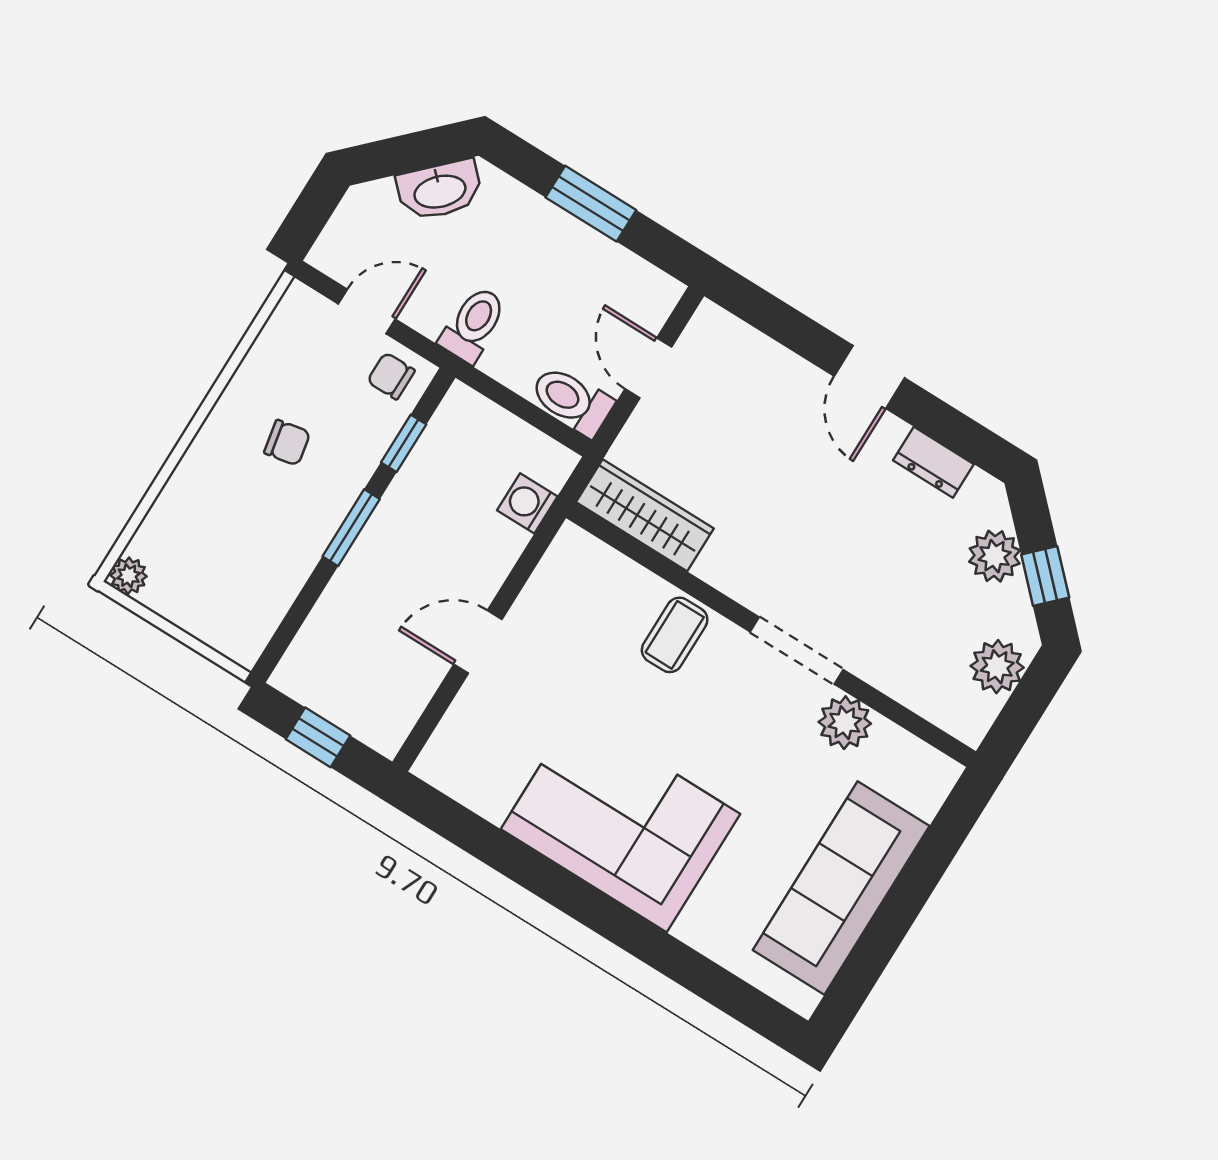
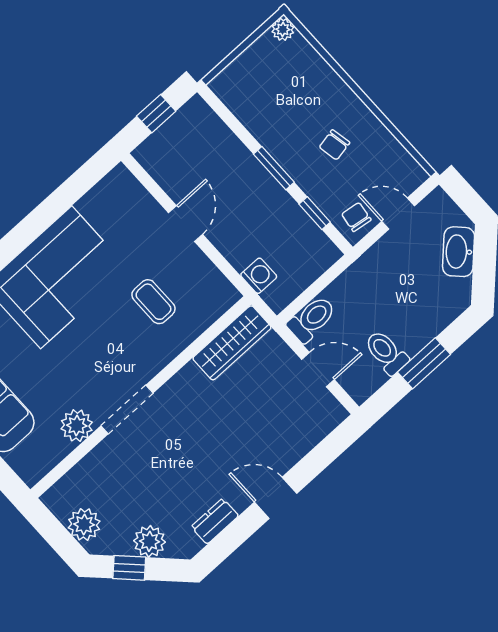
washbasin: (440, 190) -> (459, 252), moved
door: (367, 312) -> (398, 214), swing flipped
toilet: (473, 324) -> (386, 352), moved, turned 180
chair: (391, 376) -> (356, 217), turned -82
coffee table: (675, 635) -> (153, 302), moved

